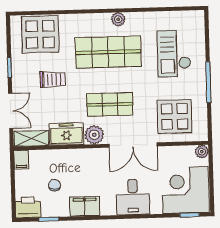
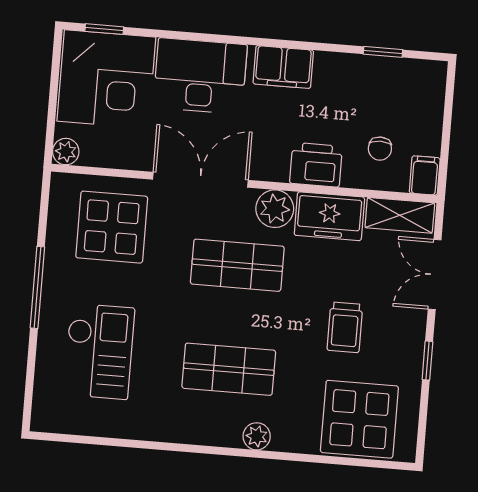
plant: (118, 19) -> (257, 436), moved
shop shelf: (108, 52) -> (229, 369), width x0.70, depth x0.74
trolley: (53, 79) -> (345, 327), turned -90
chair: (54, 185) -> (380, 149), moved
desk: (133, 197) -> (200, 76), width x1.37
filing cabinet: (85, 206) -> (283, 67), moved
printer: (28, 207) -> (316, 165), moved, turned 180

